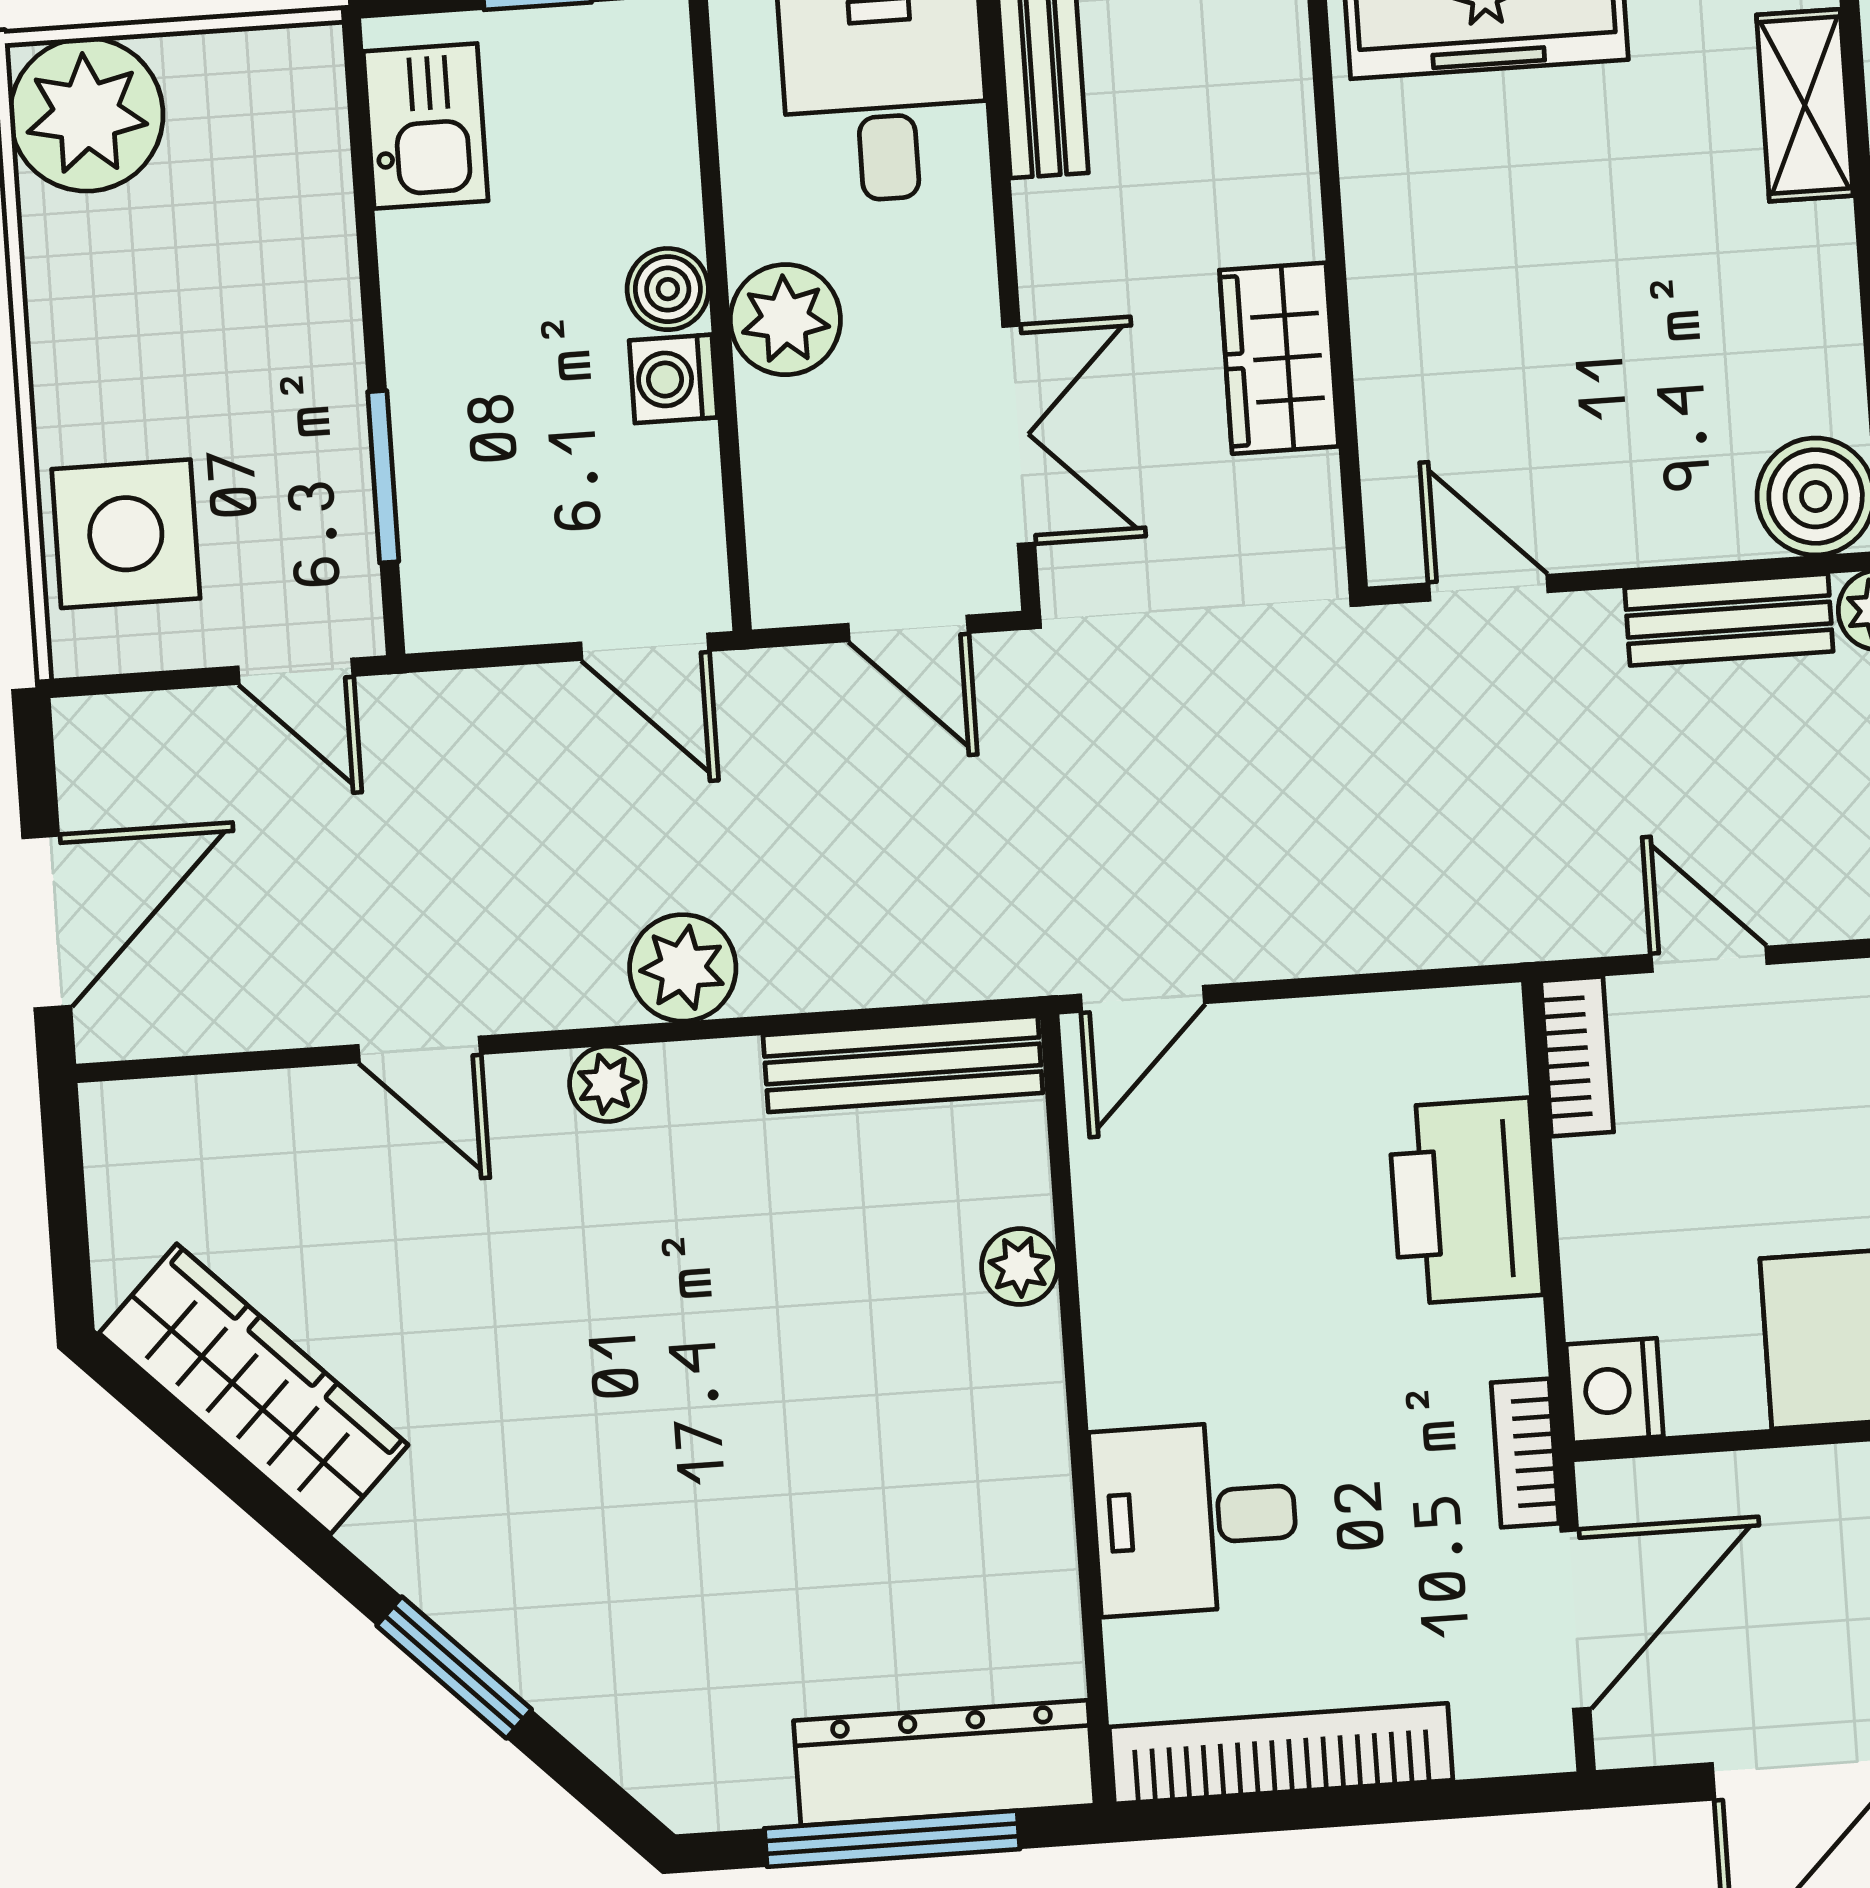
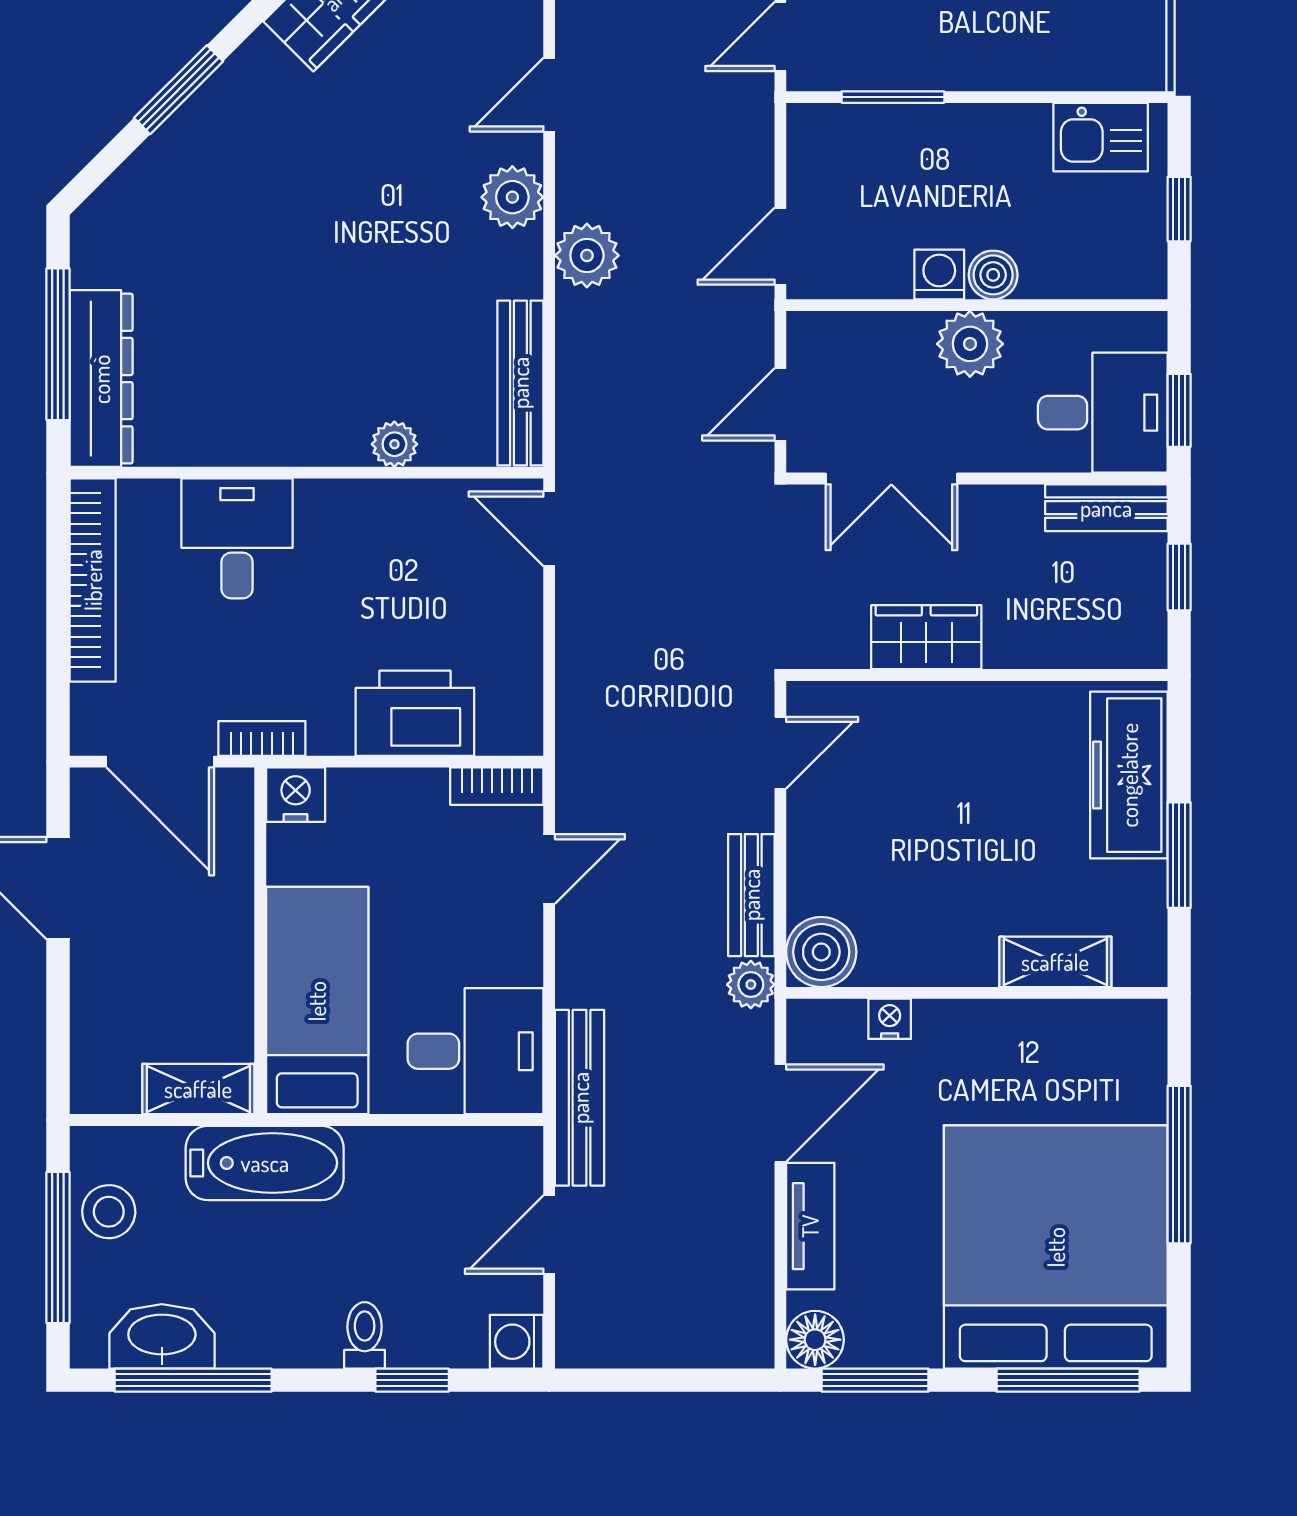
plant: (607, 1084) -> (512, 197), width x1.38, depth x1.38

